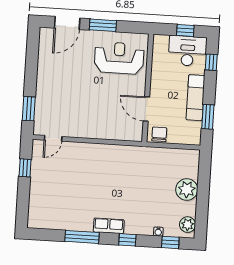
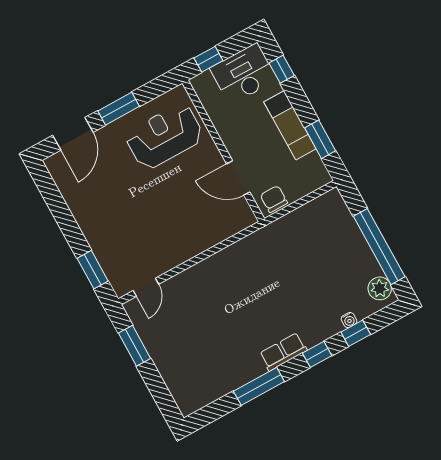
window: (185, 30) -> (208, 59), moved
window: (25, 168) -> (134, 346), width x1.50
plant: (187, 189) -> (351, 246), removed
window: (203, 200) -> (379, 247), added
window: (170, 242) -> (356, 333), moved

